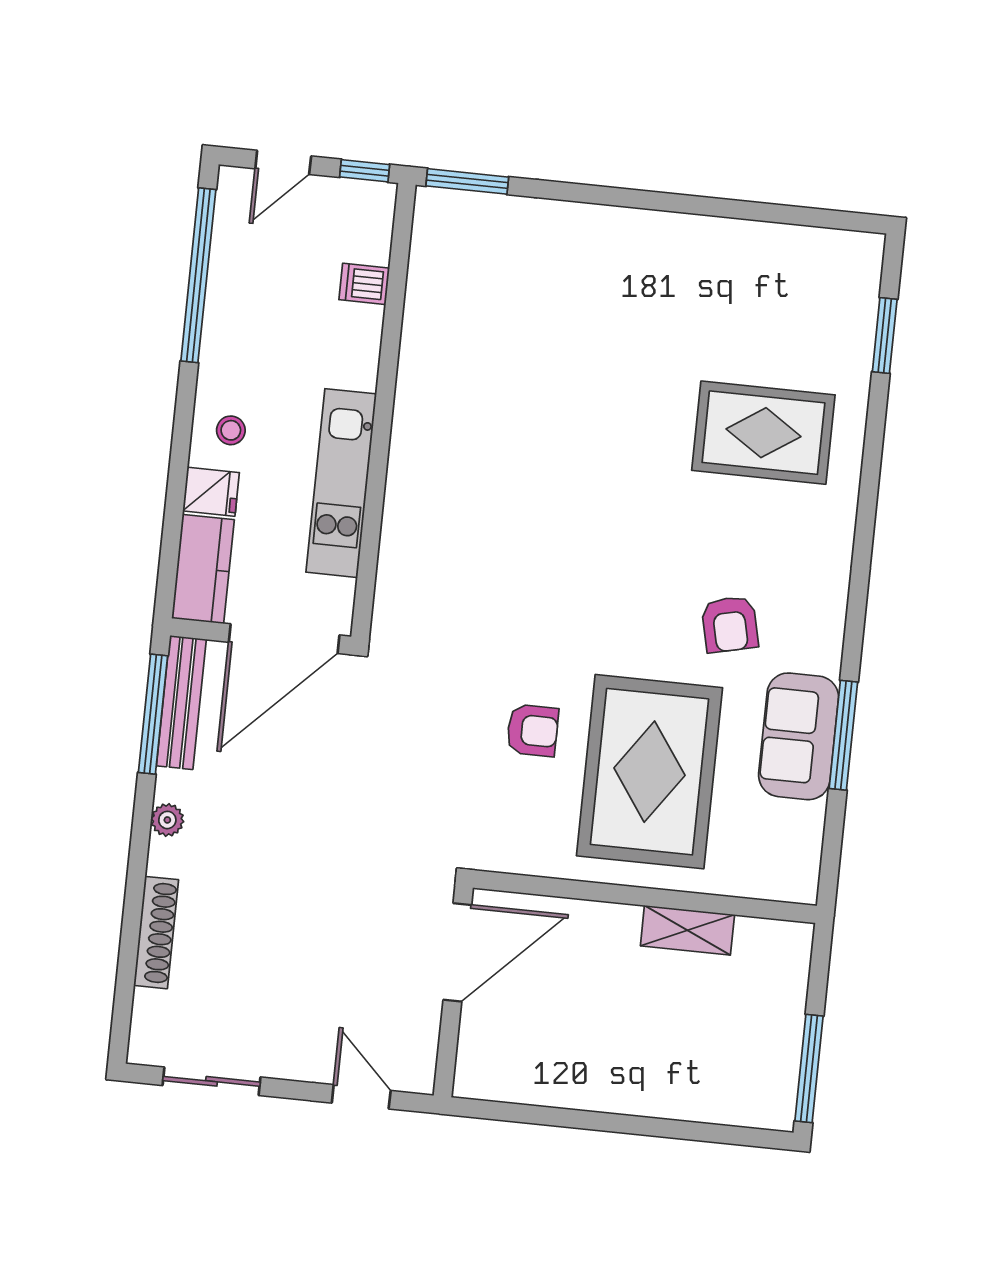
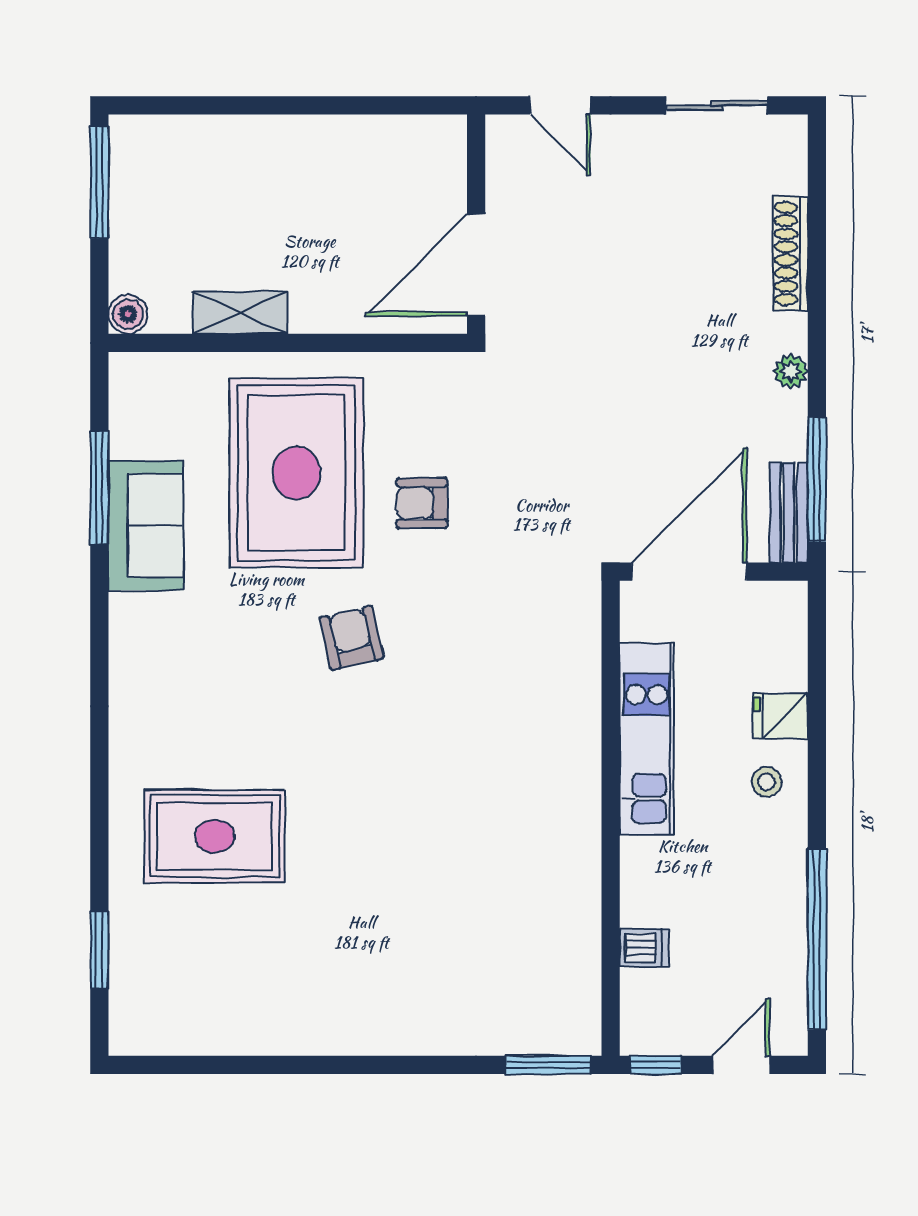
kitchen counter: (203, 569) -> (781, 635), removed
armchair: (730, 624) -> (352, 638), moved
bench: (181, 703) -> (789, 513), width x0.73
window: (843, 735) -> (99, 488), moved
boiler: (795, 940) -> (128, 314), added

